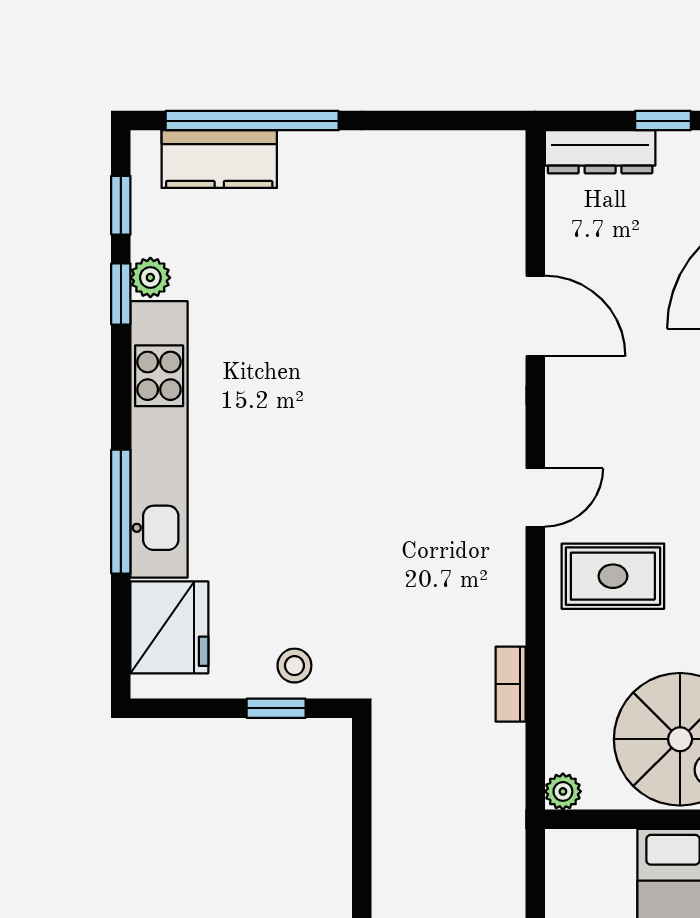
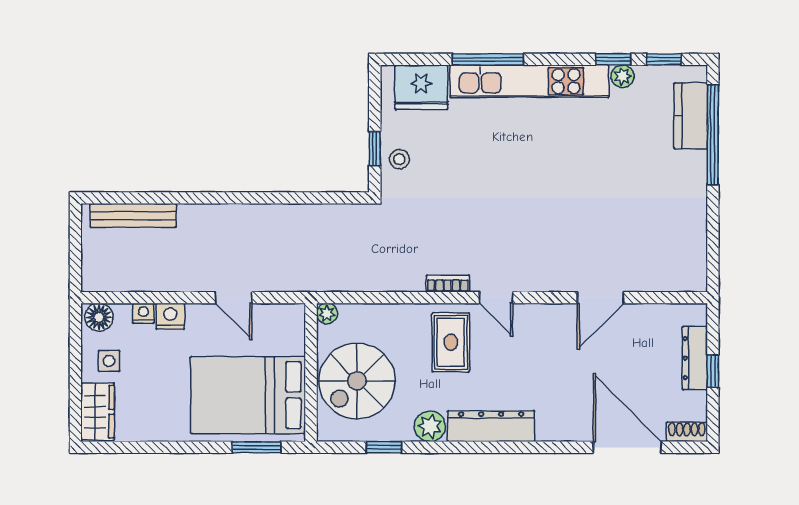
dresser: (600, 152) -> (695, 358), moved
bookcase: (511, 684) -> (448, 283), moved

